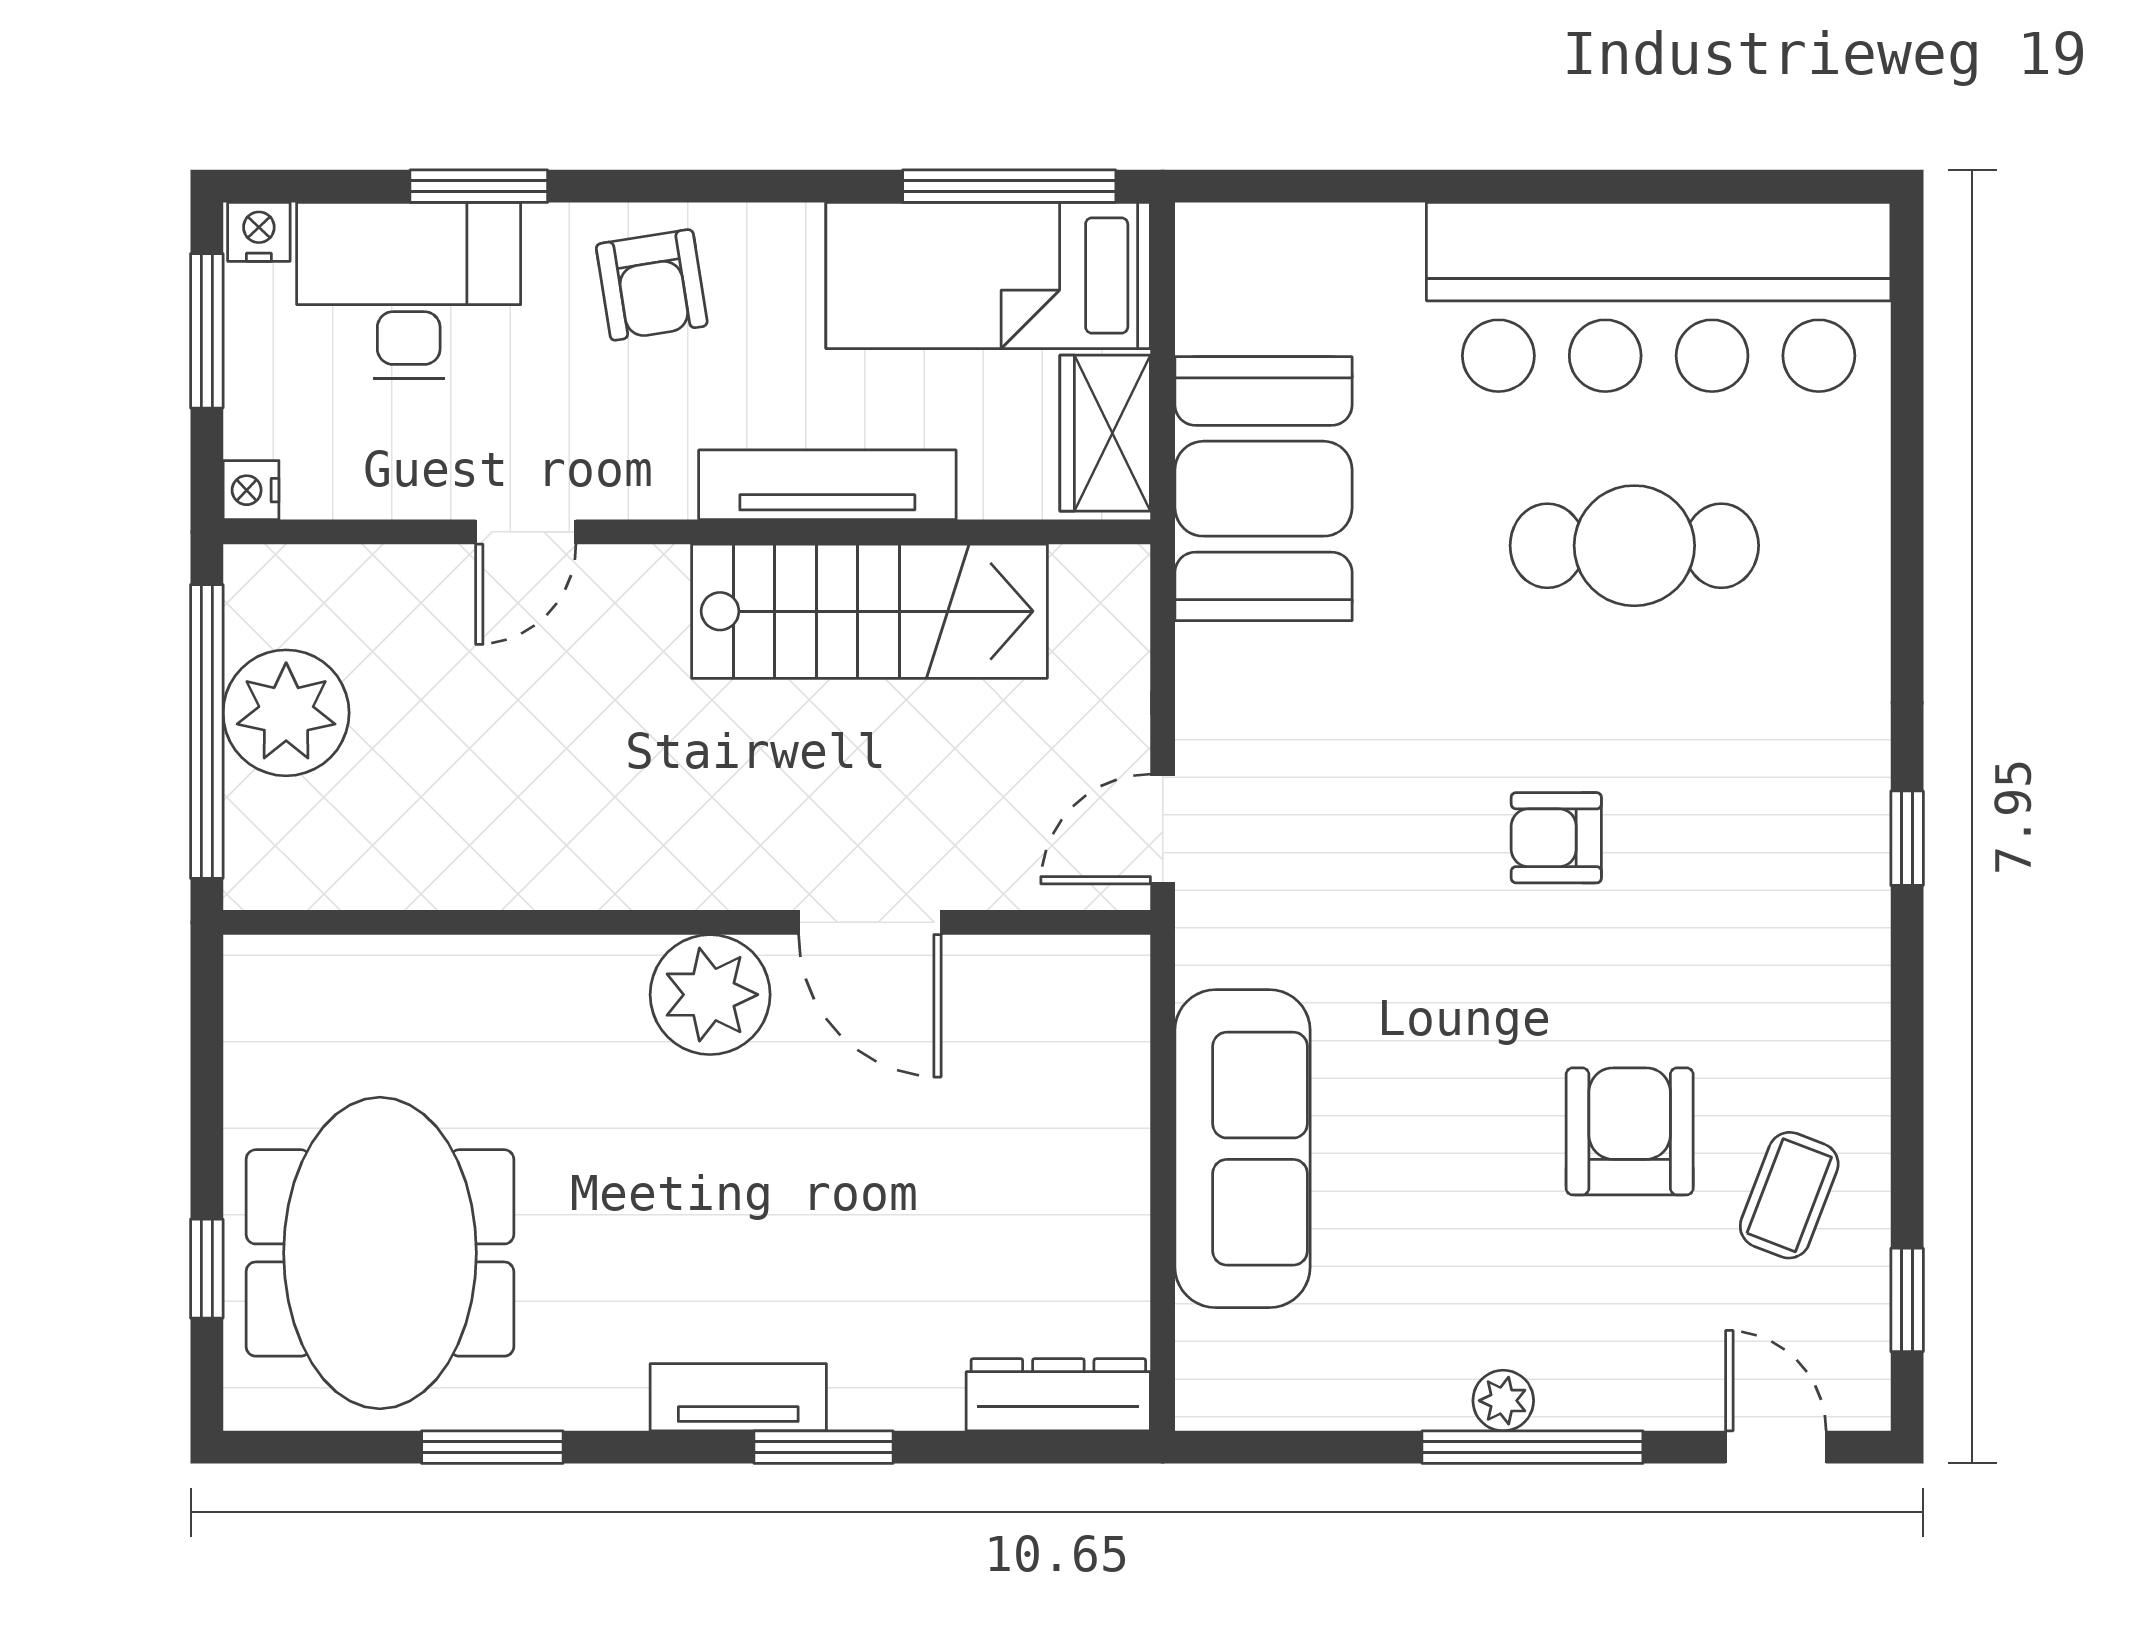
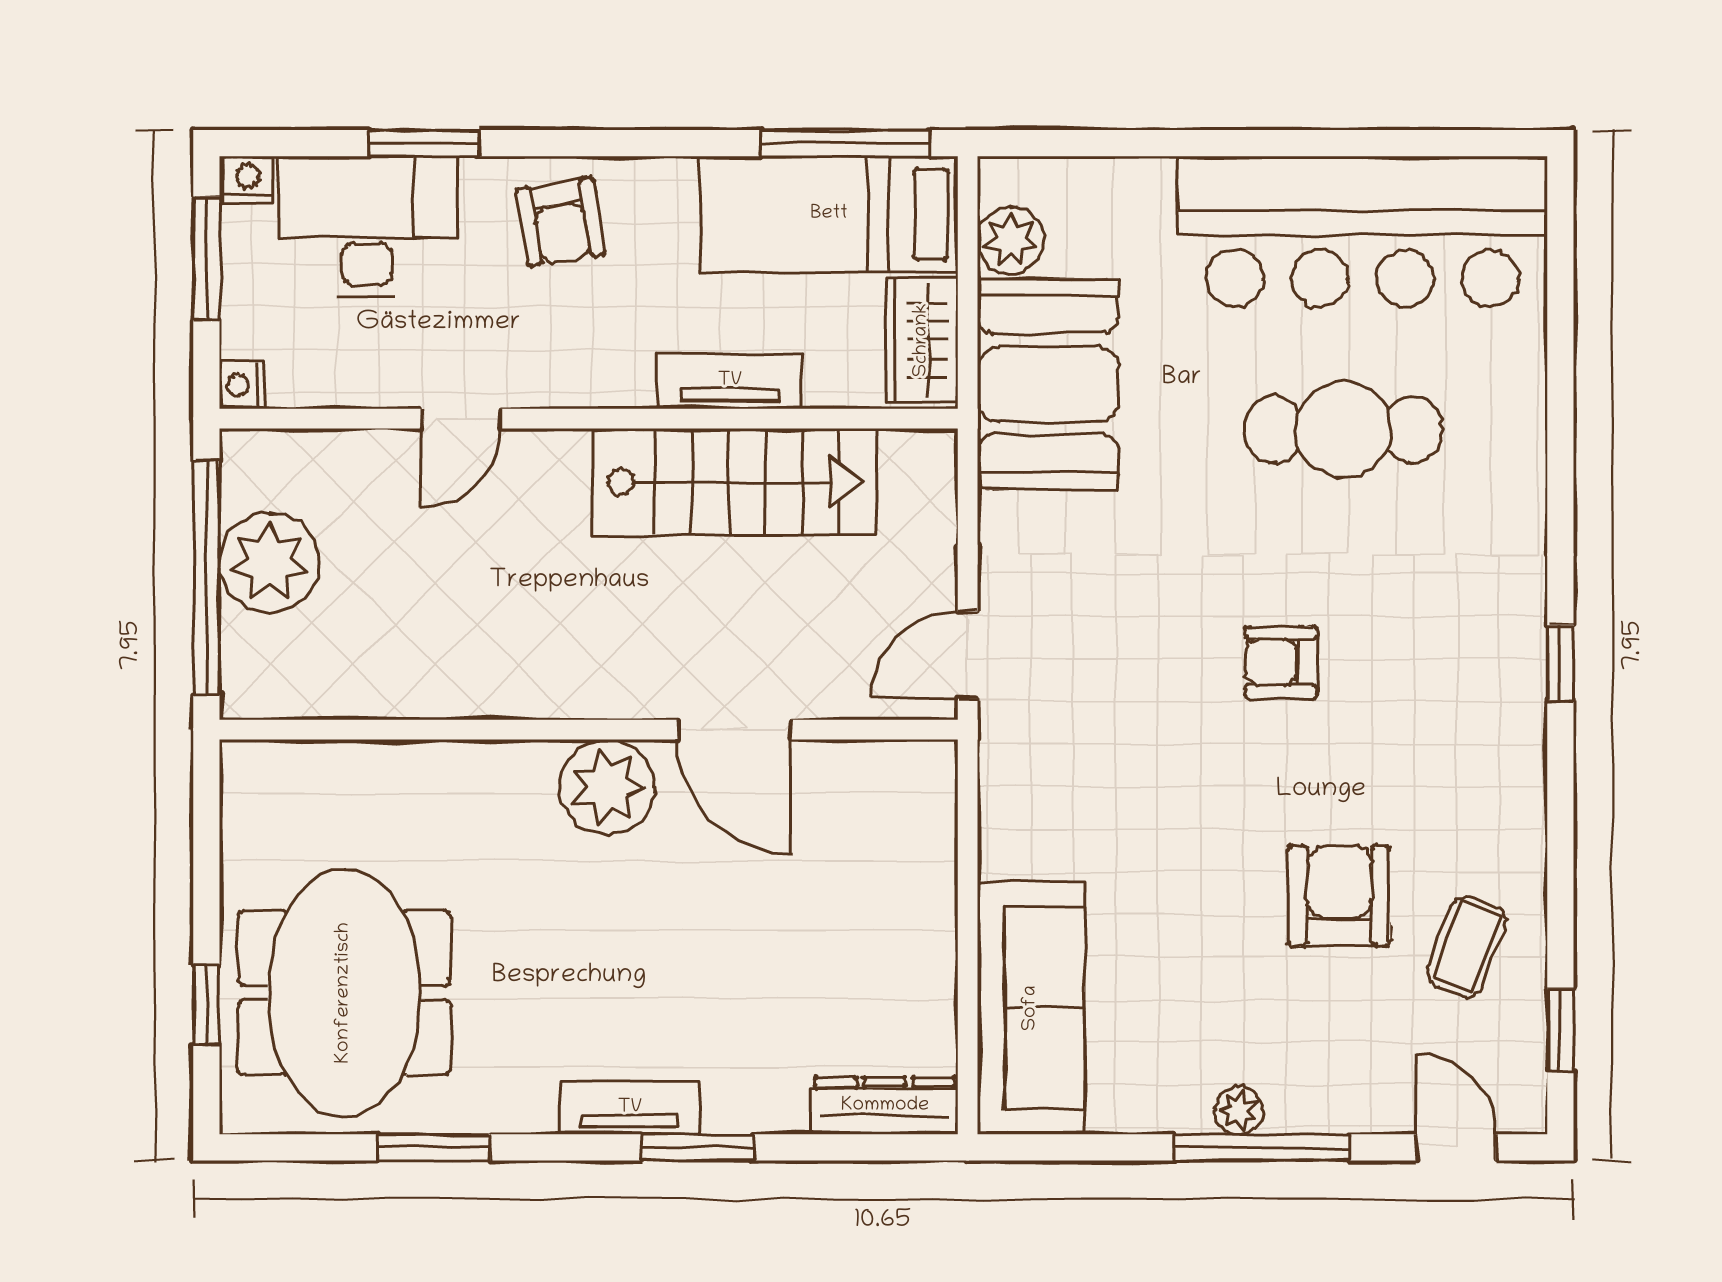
plant: (1217, 308) -> (1011, 240), added
tv unit: (827, 485) -> (730, 381), width x0.71
sofa: (1242, 1149) -> (1031, 1008), moved

